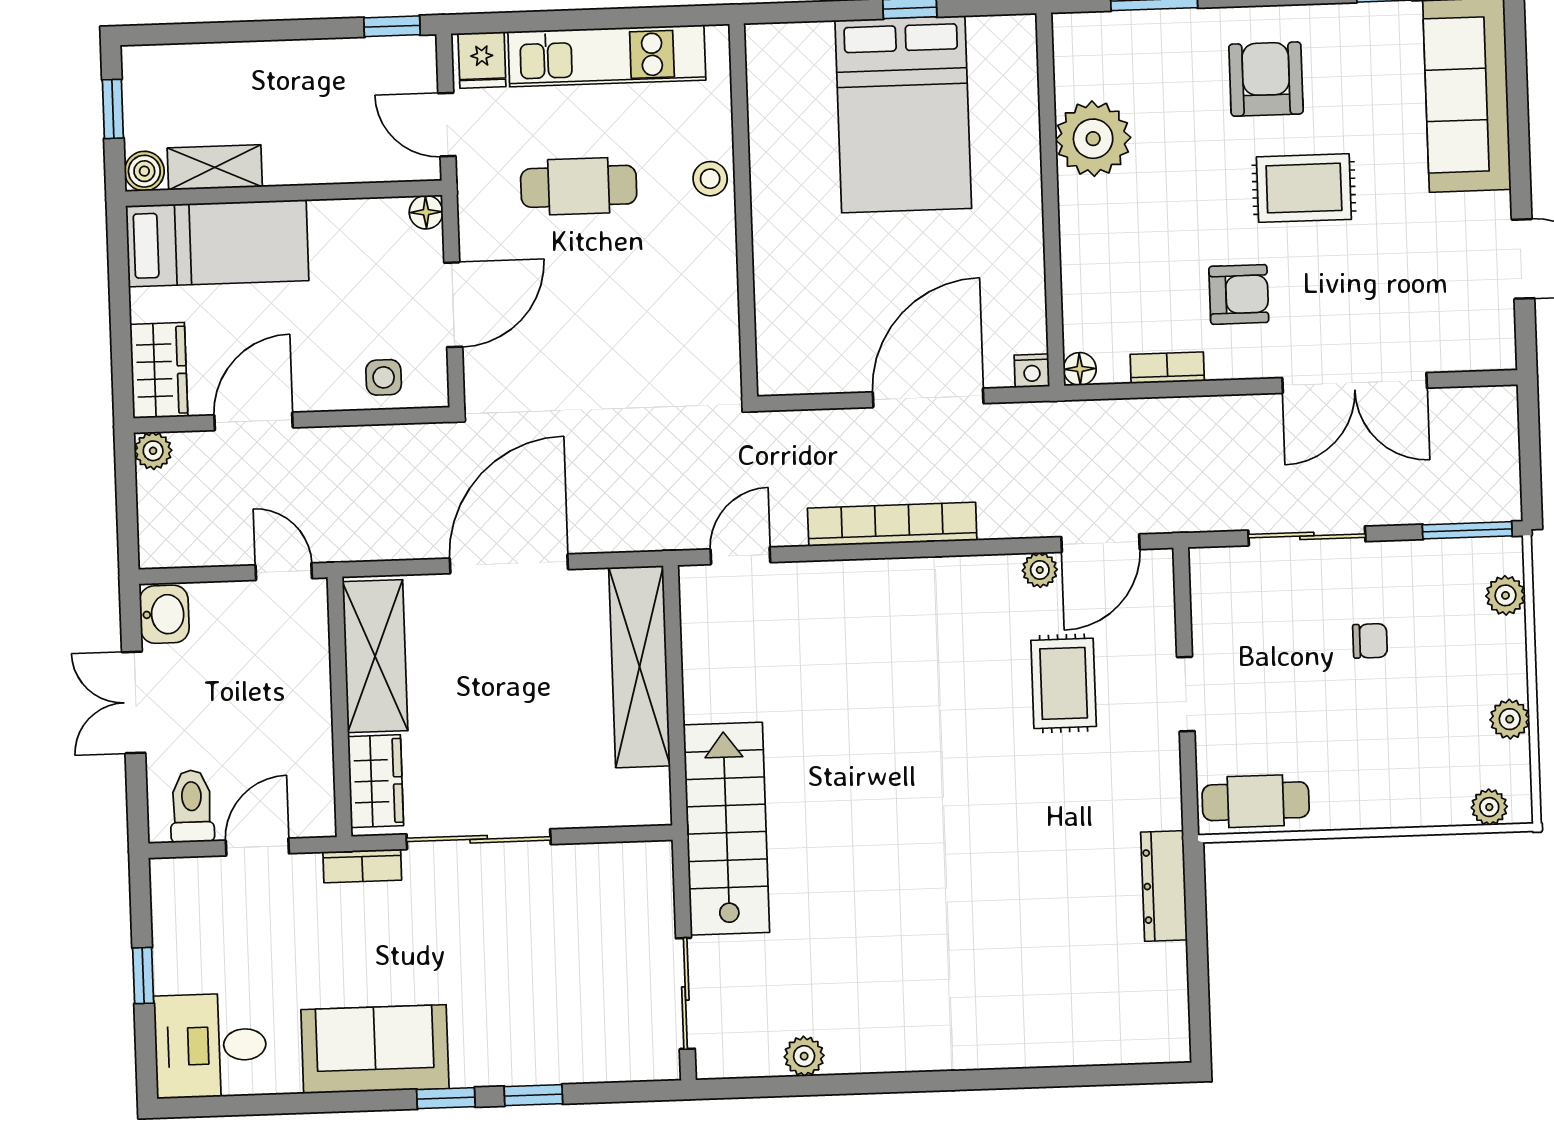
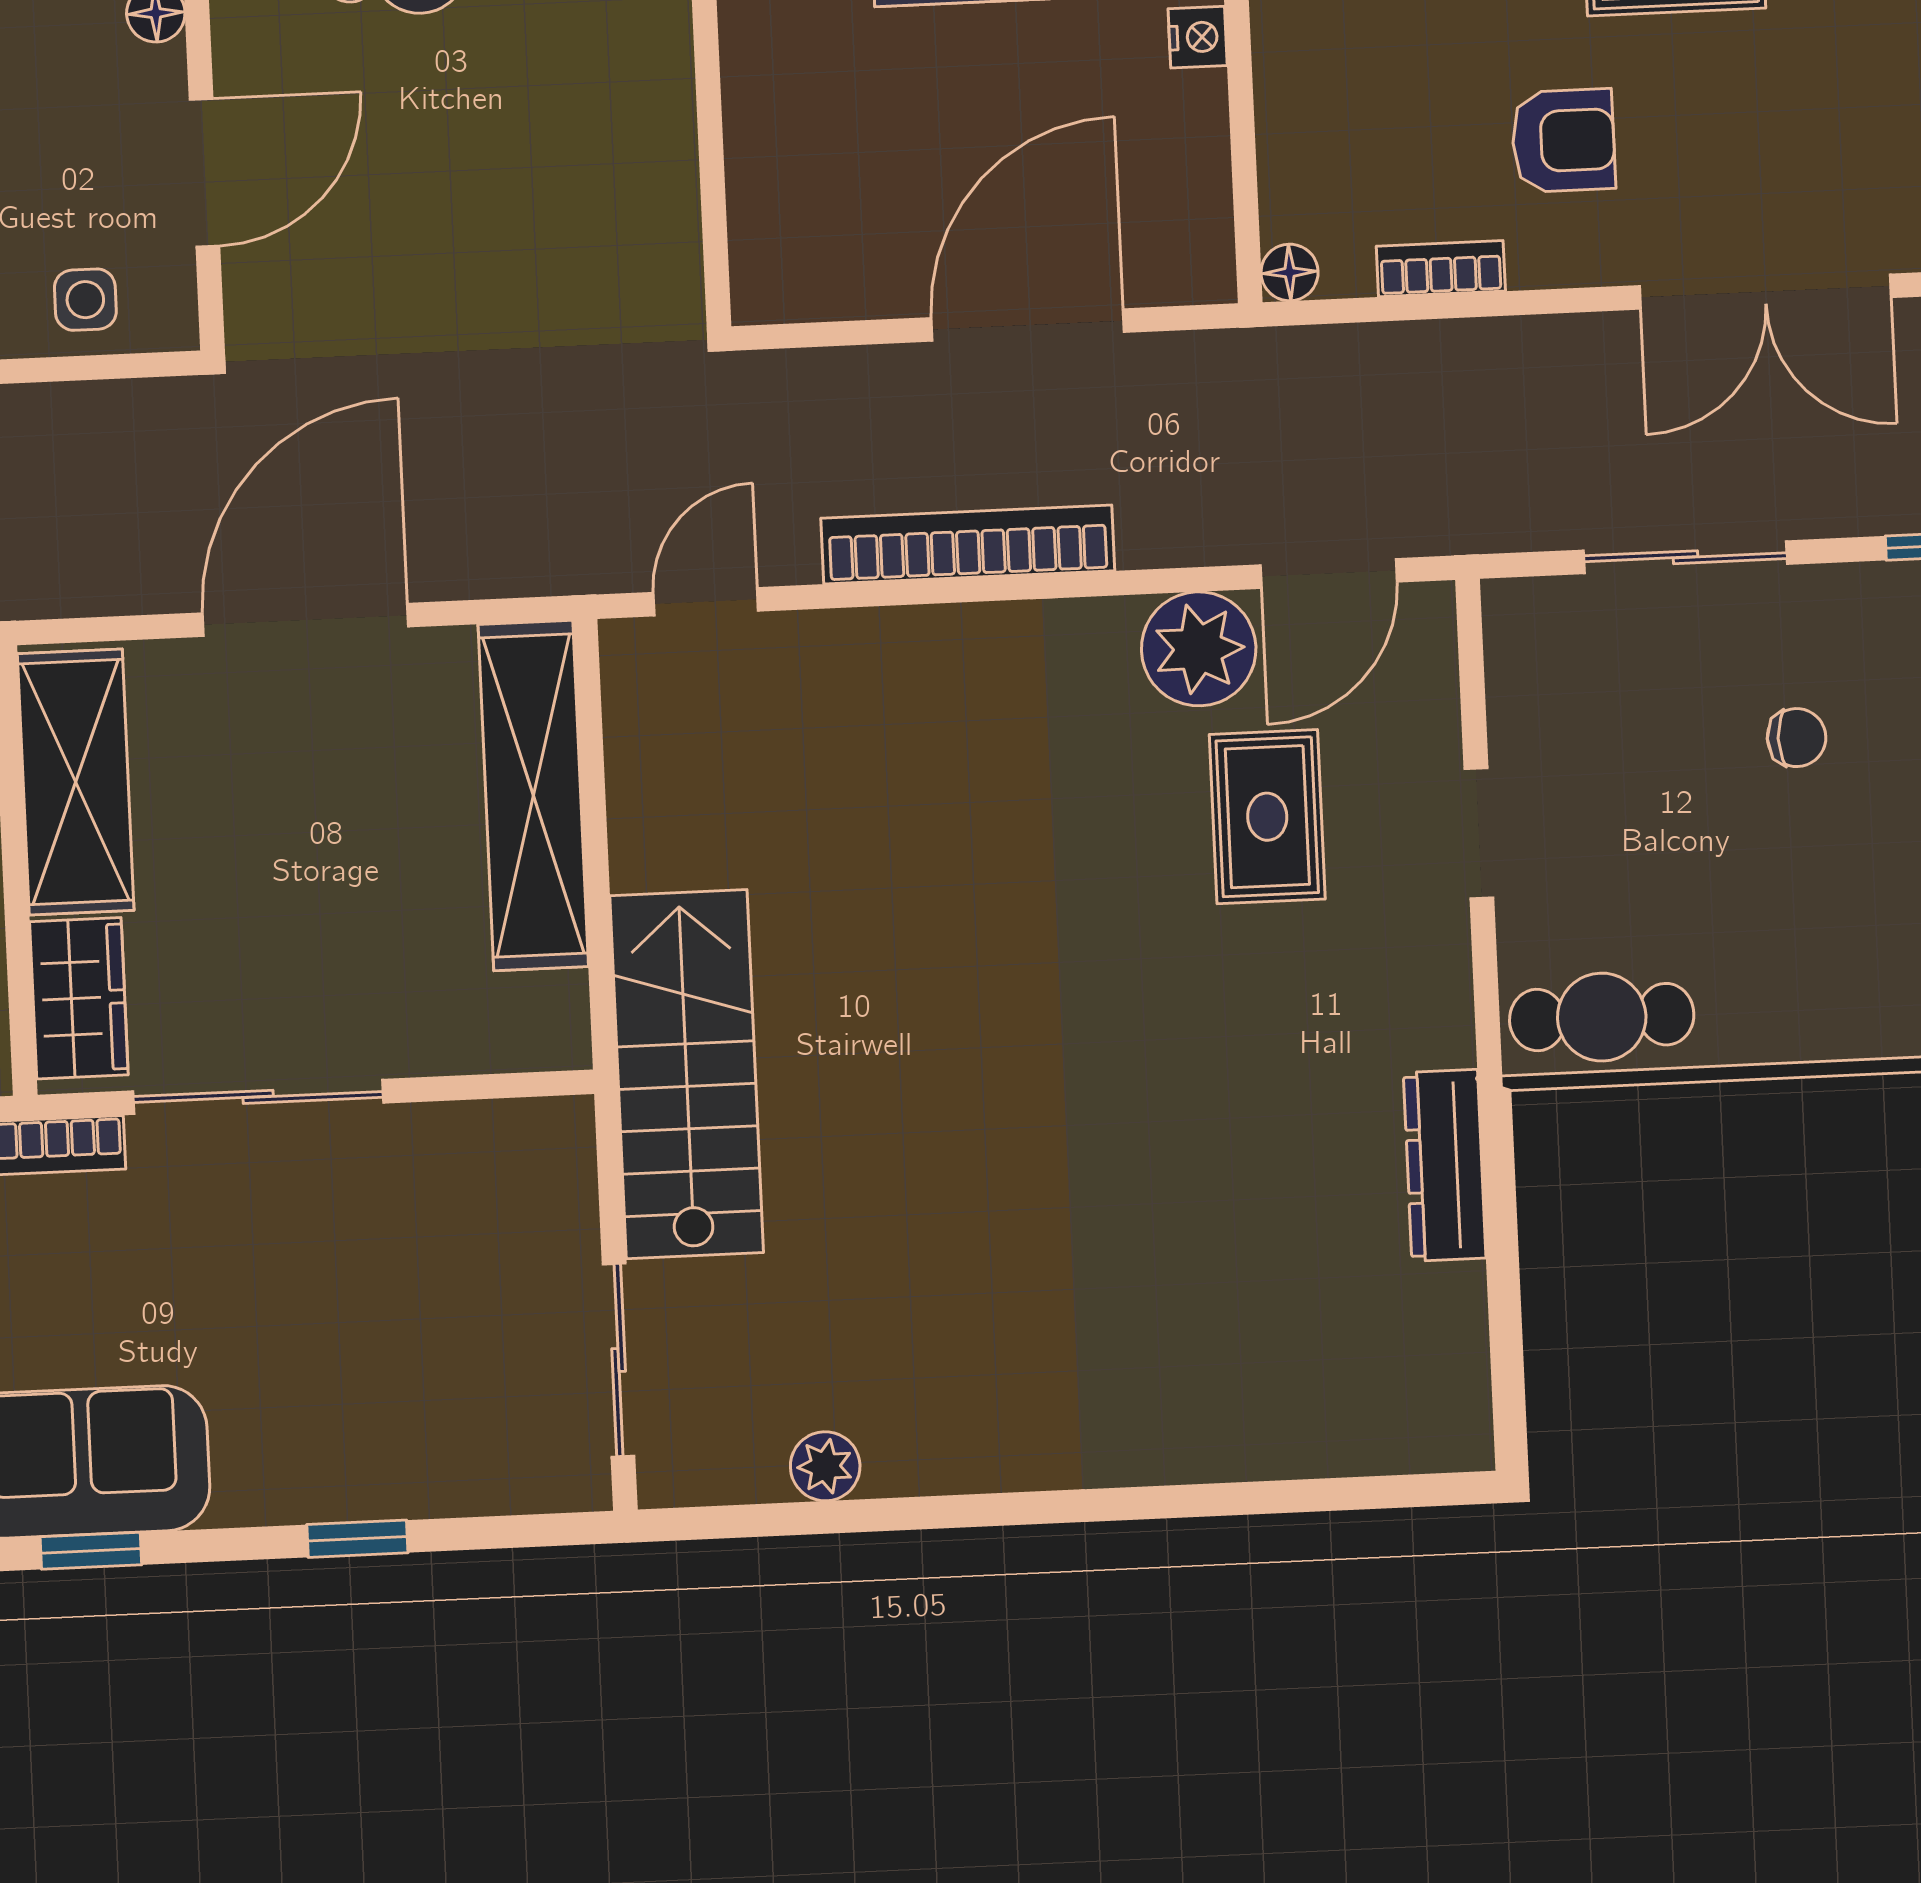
nightstand: (1032, 371) -> (1198, 37), moved, turned -90
plant: (1040, 570) -> (1199, 649), width x1.87, depth x1.87
window: (446, 1098) -> (91, 1551), moved

